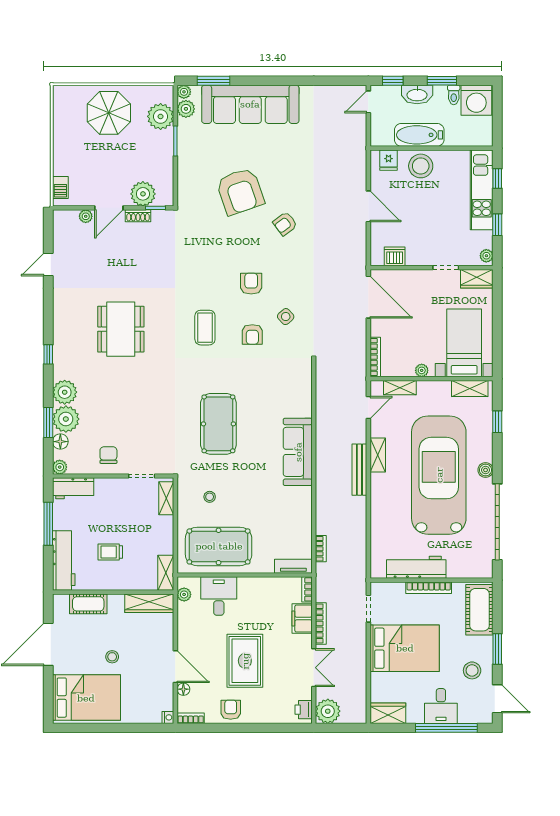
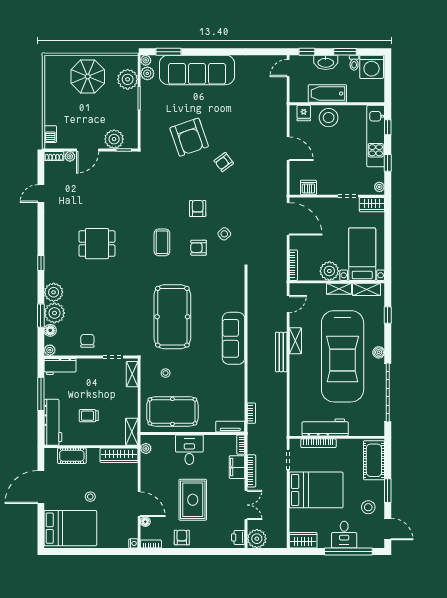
shoe rack: (138, 216) -> (54, 156), moved
dining table: (121, 329) -> (97, 244), width x0.73
armchair: (252, 334) -> (199, 248), turned 90
plant: (422, 370) -> (329, 271), width x1.87, depth x1.87
shelving: (400, 388) -> (339, 289), moved
pool table: (218, 424) -> (172, 317), width x1.36, depth x1.32
car: (439, 475) -> (343, 356), turned 180
bookcase: (429, 588) -> (318, 443), moved
desk: (219, 596) -> (189, 450), moved

